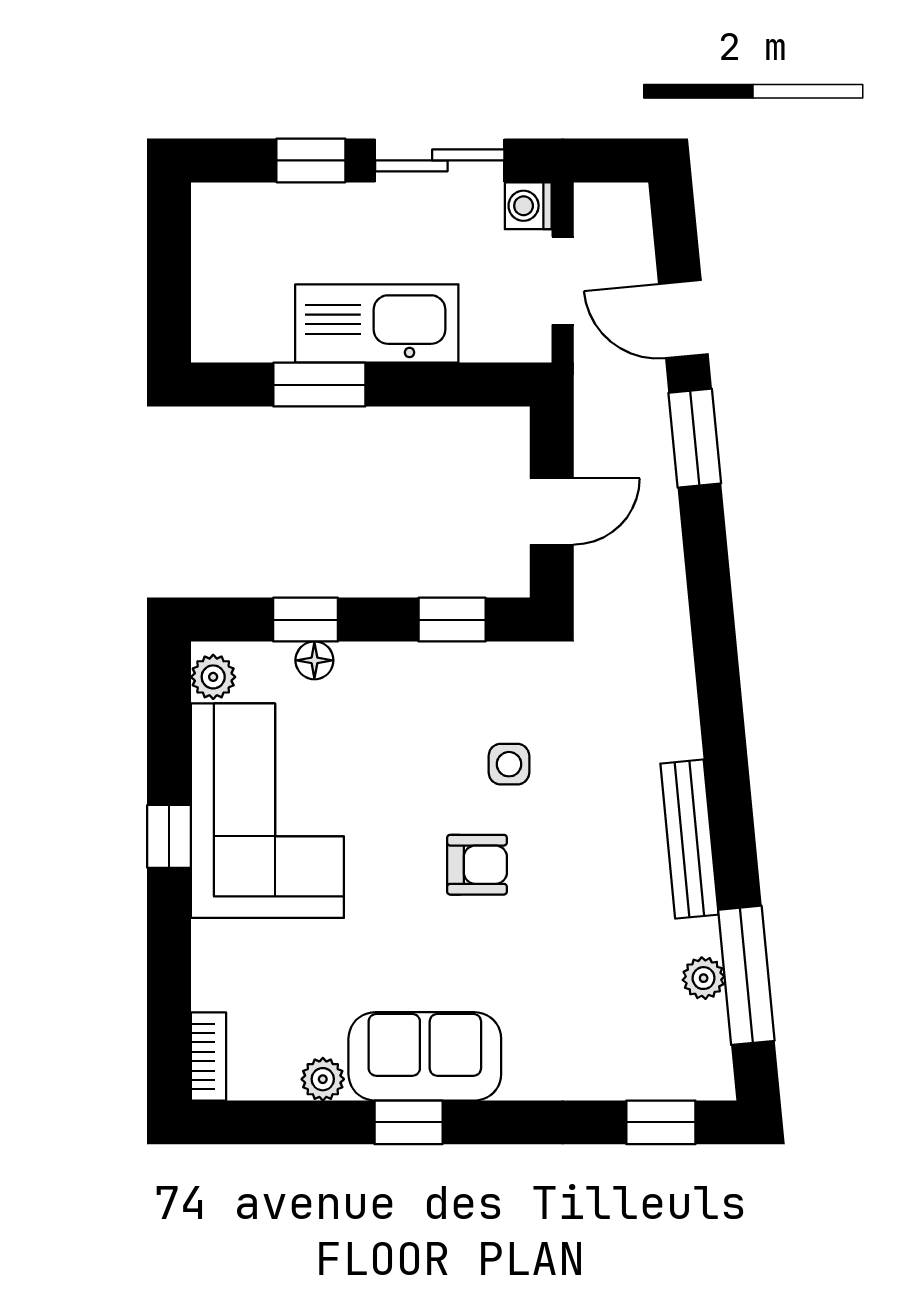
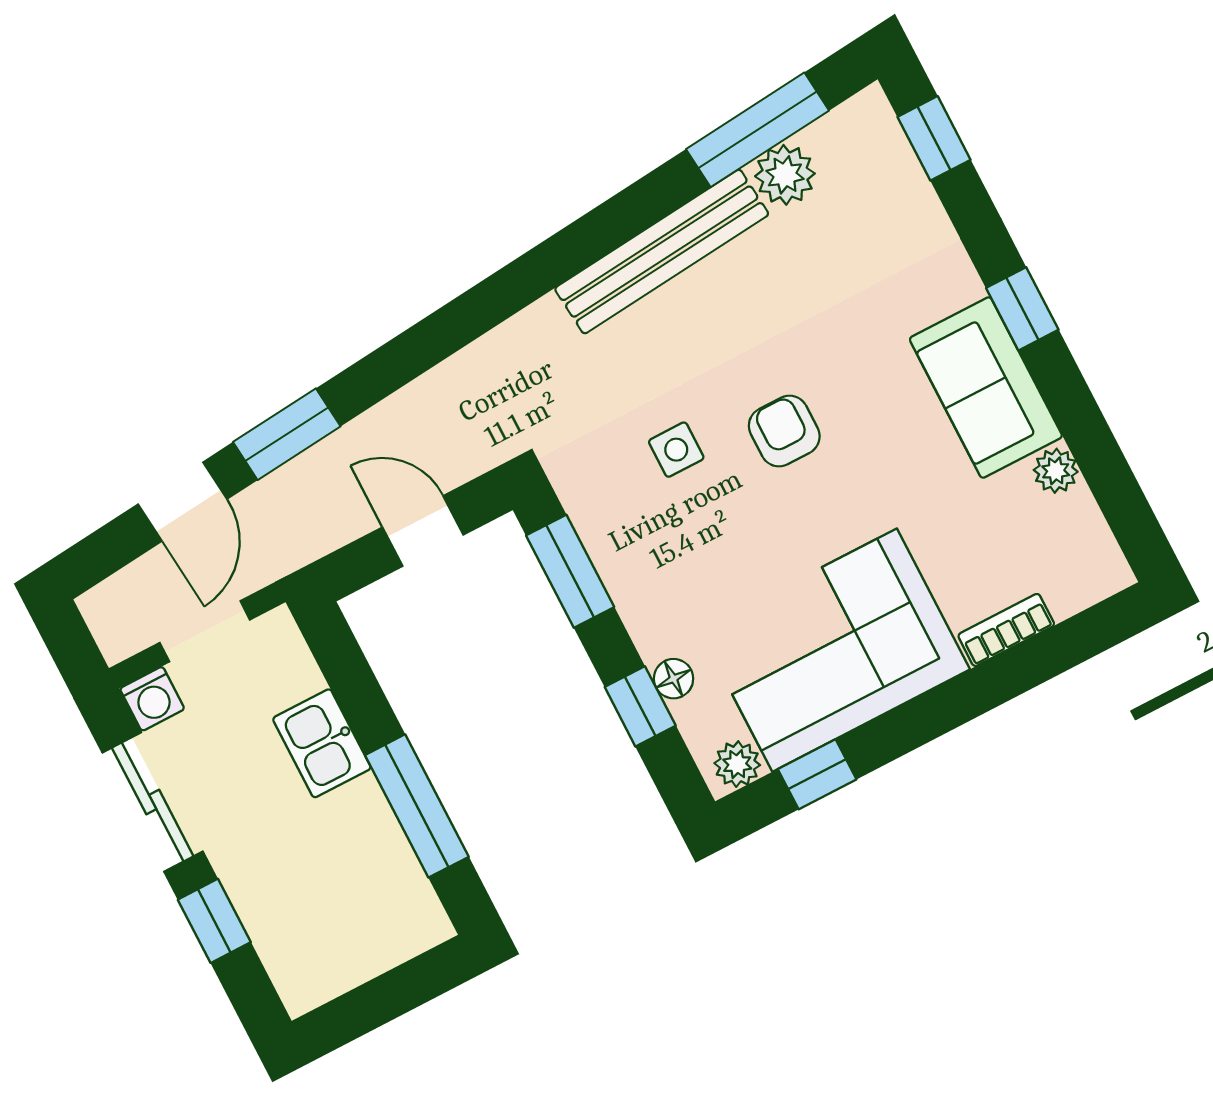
kitchen sink: (377, 323) -> (322, 743), width x0.53, depth x0.81
window: (319, 385) -> (417, 806), width x1.44
window: (452, 620) -> (570, 571), width x1.50
window: (169, 836) -> (817, 774), moved
bench: (689, 839) -> (662, 252), width x1.37, depth x1.21
plant: (704, 978) -> (785, 175), width x1.38, depth x1.38
bookcase: (209, 1056) -> (1006, 630), moved
window: (409, 1122) -> (1022, 309), moved

